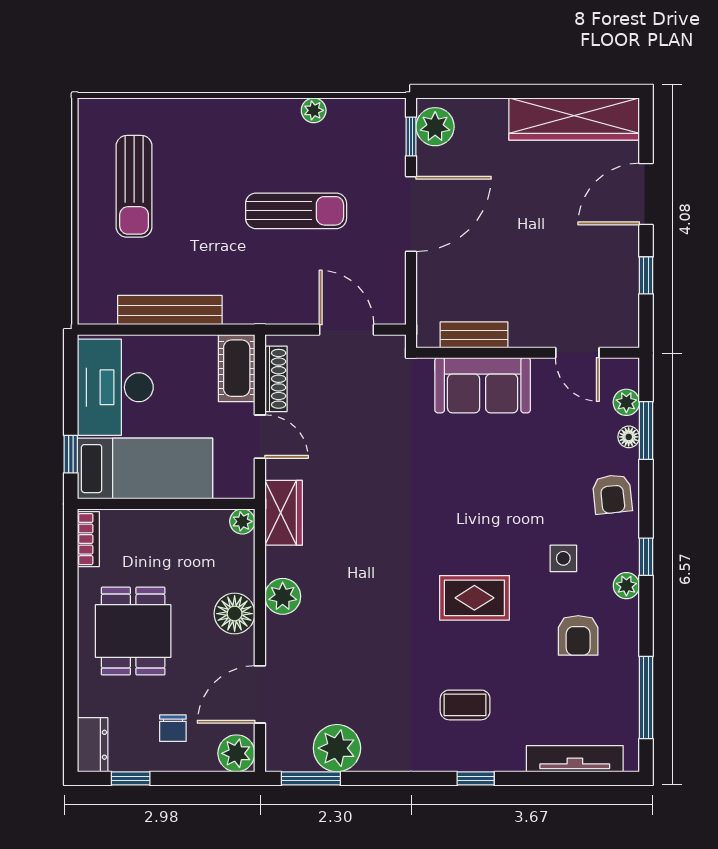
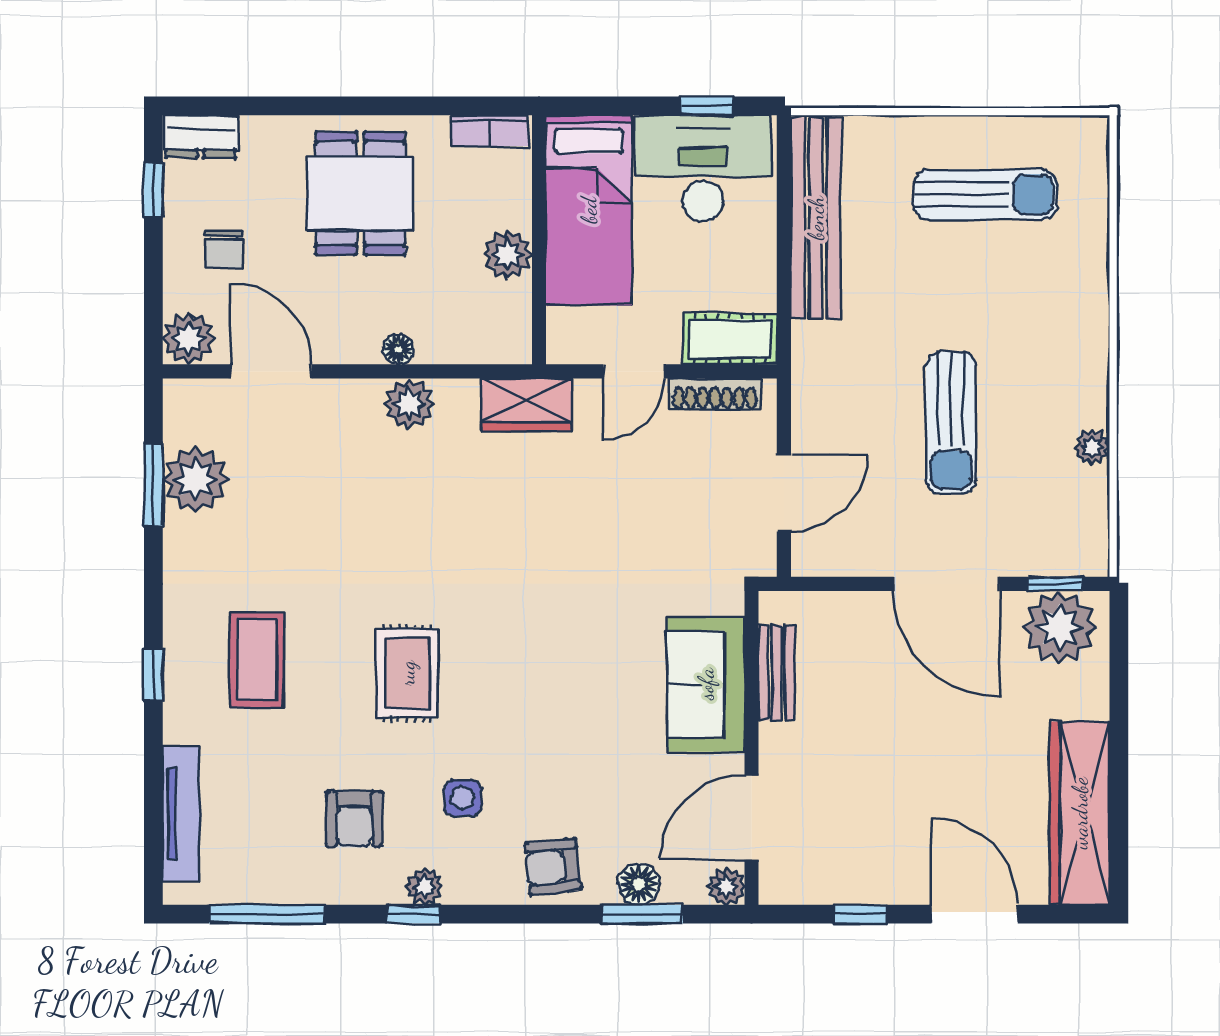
plant: (435, 127) -> (1059, 627), width x1.36, depth x1.36
sun lounger: (134, 186) -> (985, 195), turned 180
bench: (170, 310) -> (816, 218), width x1.37, depth x1.21
door: (577, 353) -> (752, 818), width x1.38
plant: (626, 402) -> (726, 886), moved
floor lamp: (629, 437) -> (639, 884), width x1.37, depth x1.37
window: (71, 454) -> (707, 106), moved
plant: (242, 521) -> (508, 254), moved, width x1.38, depth x1.38
window: (646, 557) -> (414, 914), moved
floor lamp: (235, 614) -> (398, 349), width x0.53, depth x0.53
dining table: (133, 631) -> (360, 193), turned 90
armchair: (578, 635) -> (354, 819), turned -90
coffee table: (465, 705) -> (257, 660), width x1.36, depth x1.30
chair: (173, 728) -> (224, 249), turned -90
window: (311, 778) -> (153, 485), moved

